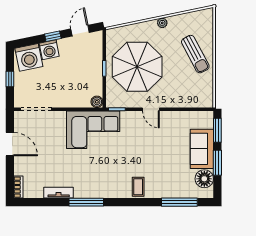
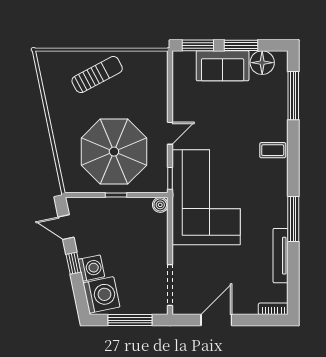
plant: (162, 23) -> (56, 118), removed
window: (10, 79) -> (130, 320), width x2.17
corner sofa: (93, 130) -> (206, 197), width x1.36, depth x1.36
tv unit: (59, 193) -> (281, 256), width x1.41

